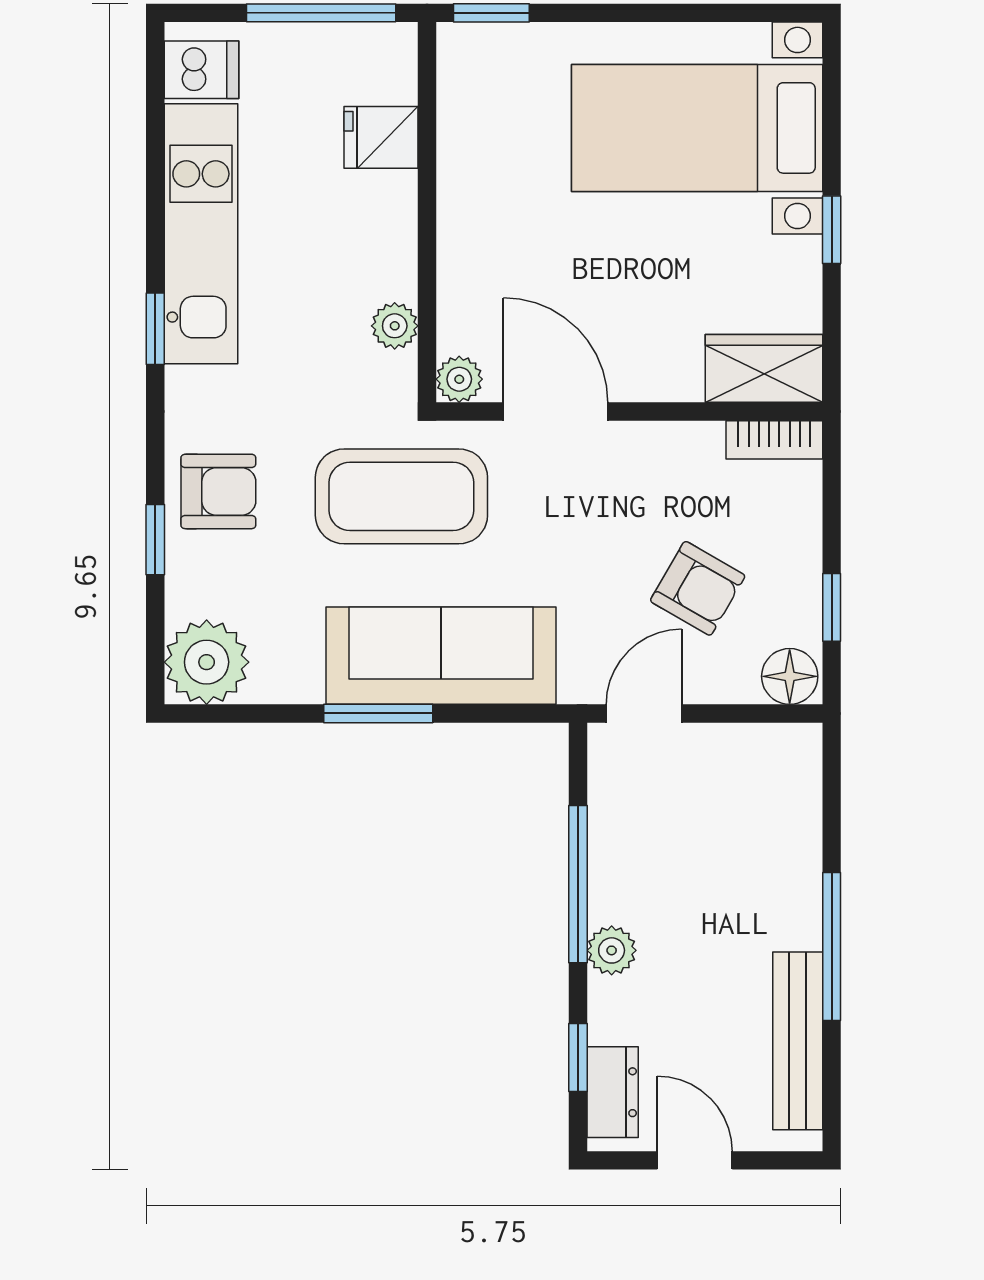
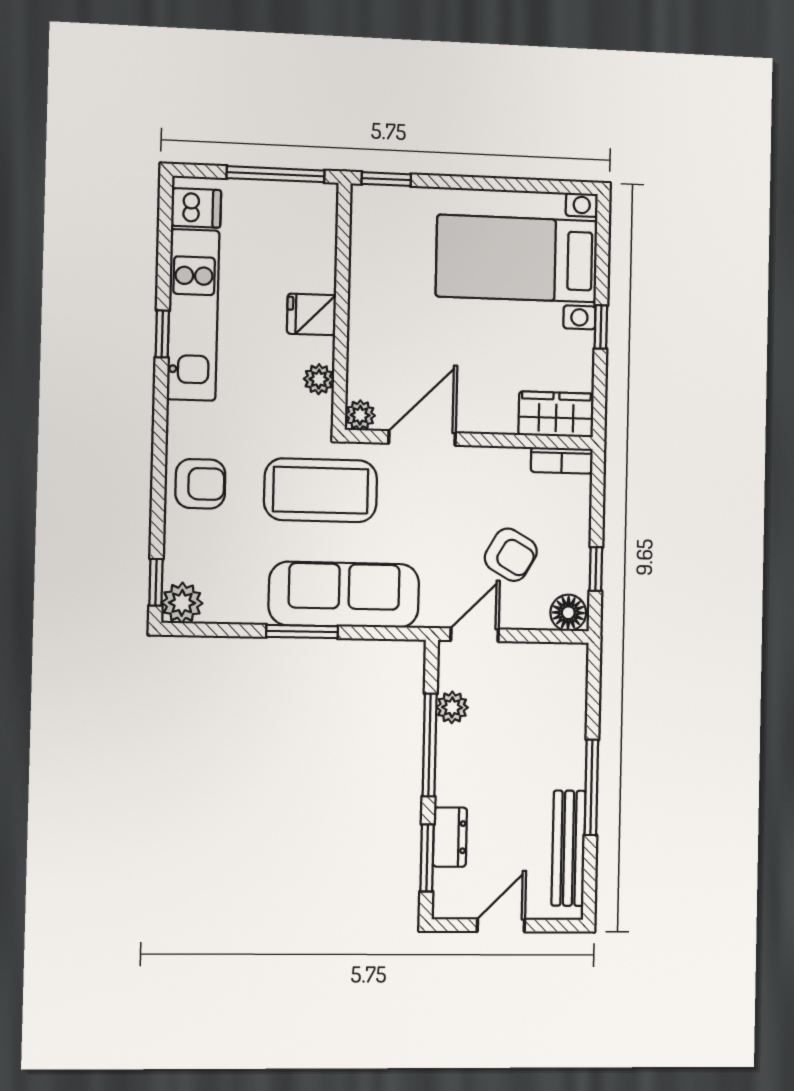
fridge: (381, 137) -> (311, 314), moved
window: (155, 329) -> (162, 334), moved
door: (556, 411) -> (422, 438), hinge flipped
window: (155, 540) -> (156, 582), moved
plant: (207, 662) -> (182, 603), width x0.73, depth x0.73
plant: (612, 950) -> (452, 707), moved
window: (578, 1057) -> (427, 858), width x1.50
dresser: (613, 1092) -> (450, 837), moved
door: (695, 1160) -> (501, 925), hinge flipped

